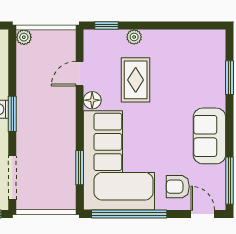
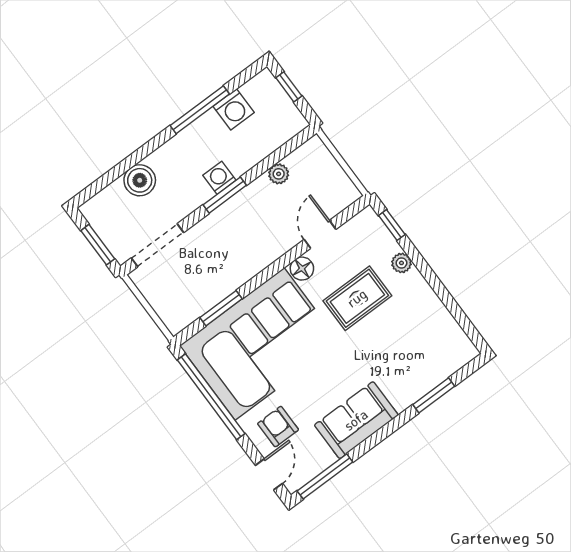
plant: (24, 37) -> (279, 174), moved
door: (80, 74) -> (320, 234), hinge flipped

